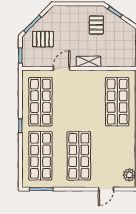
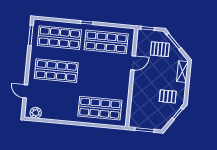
pallet: (43, 39) -> (160, 49), turned 90
shelving: (88, 61) -> (182, 72), moved
door: (62, 68) -> (133, 63), hinge flipped

